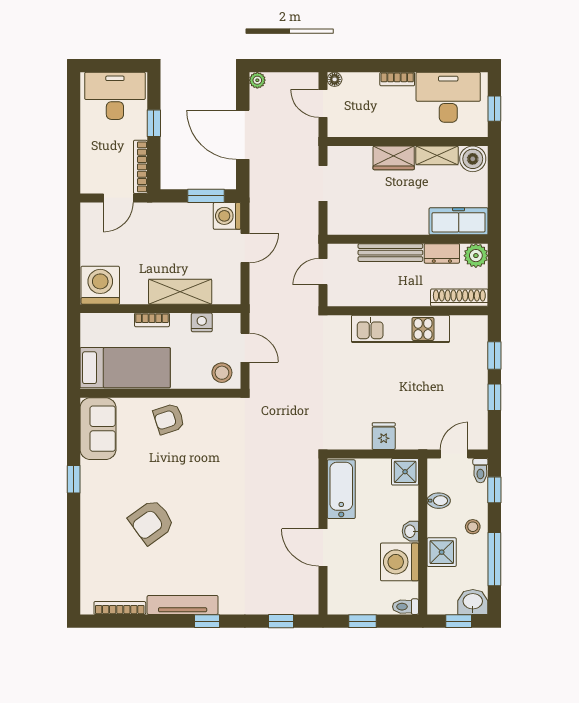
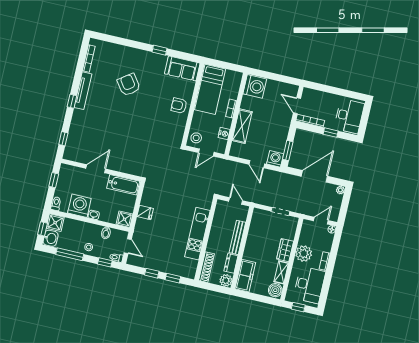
plant: (392, 121) -> (304, 254), added
armchair: (169, 419) -> (179, 106), turned -72
shower: (442, 552) -> (55, 223), moved

